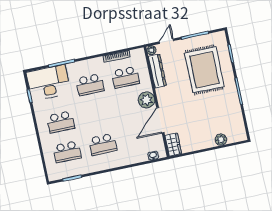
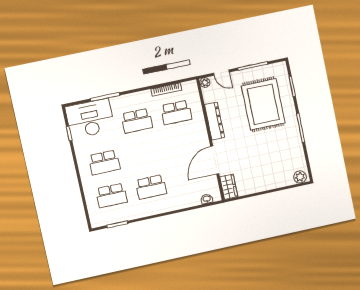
door: (166, 41) -> (221, 73), swing flipped
dresser: (157, 71) -> (215, 121), moved
plant: (147, 100) -> (199, 138), removed
plant: (221, 140) -> (300, 177), moved

